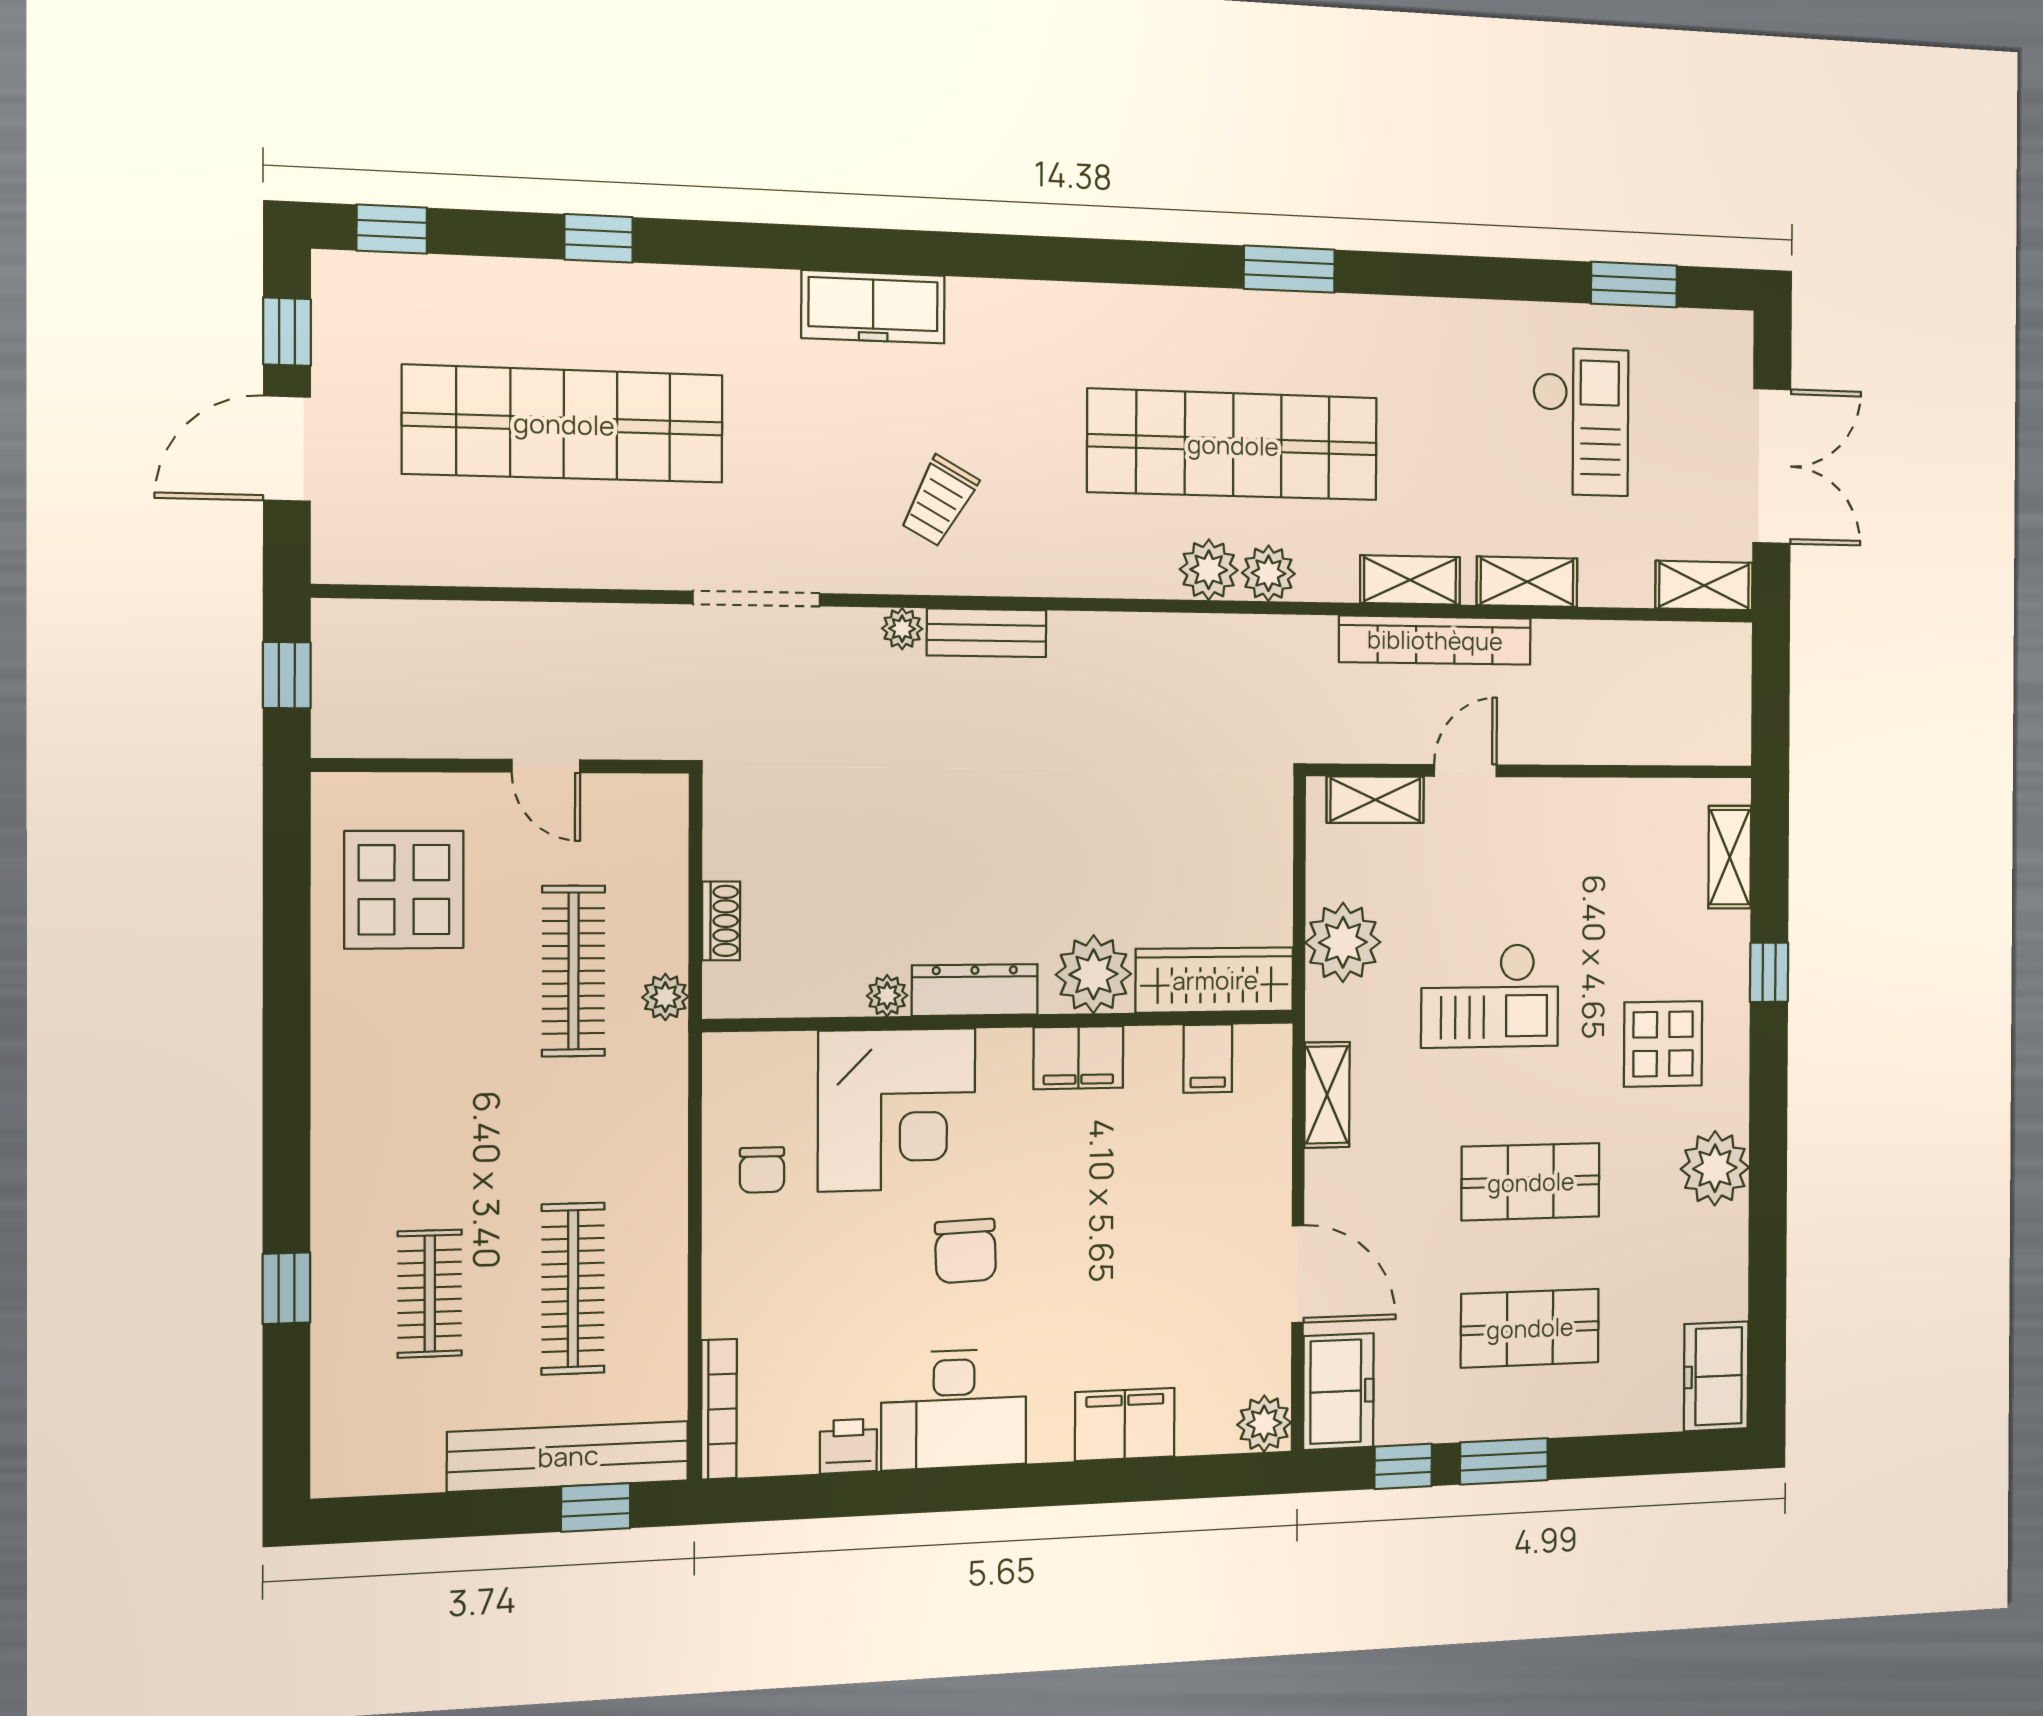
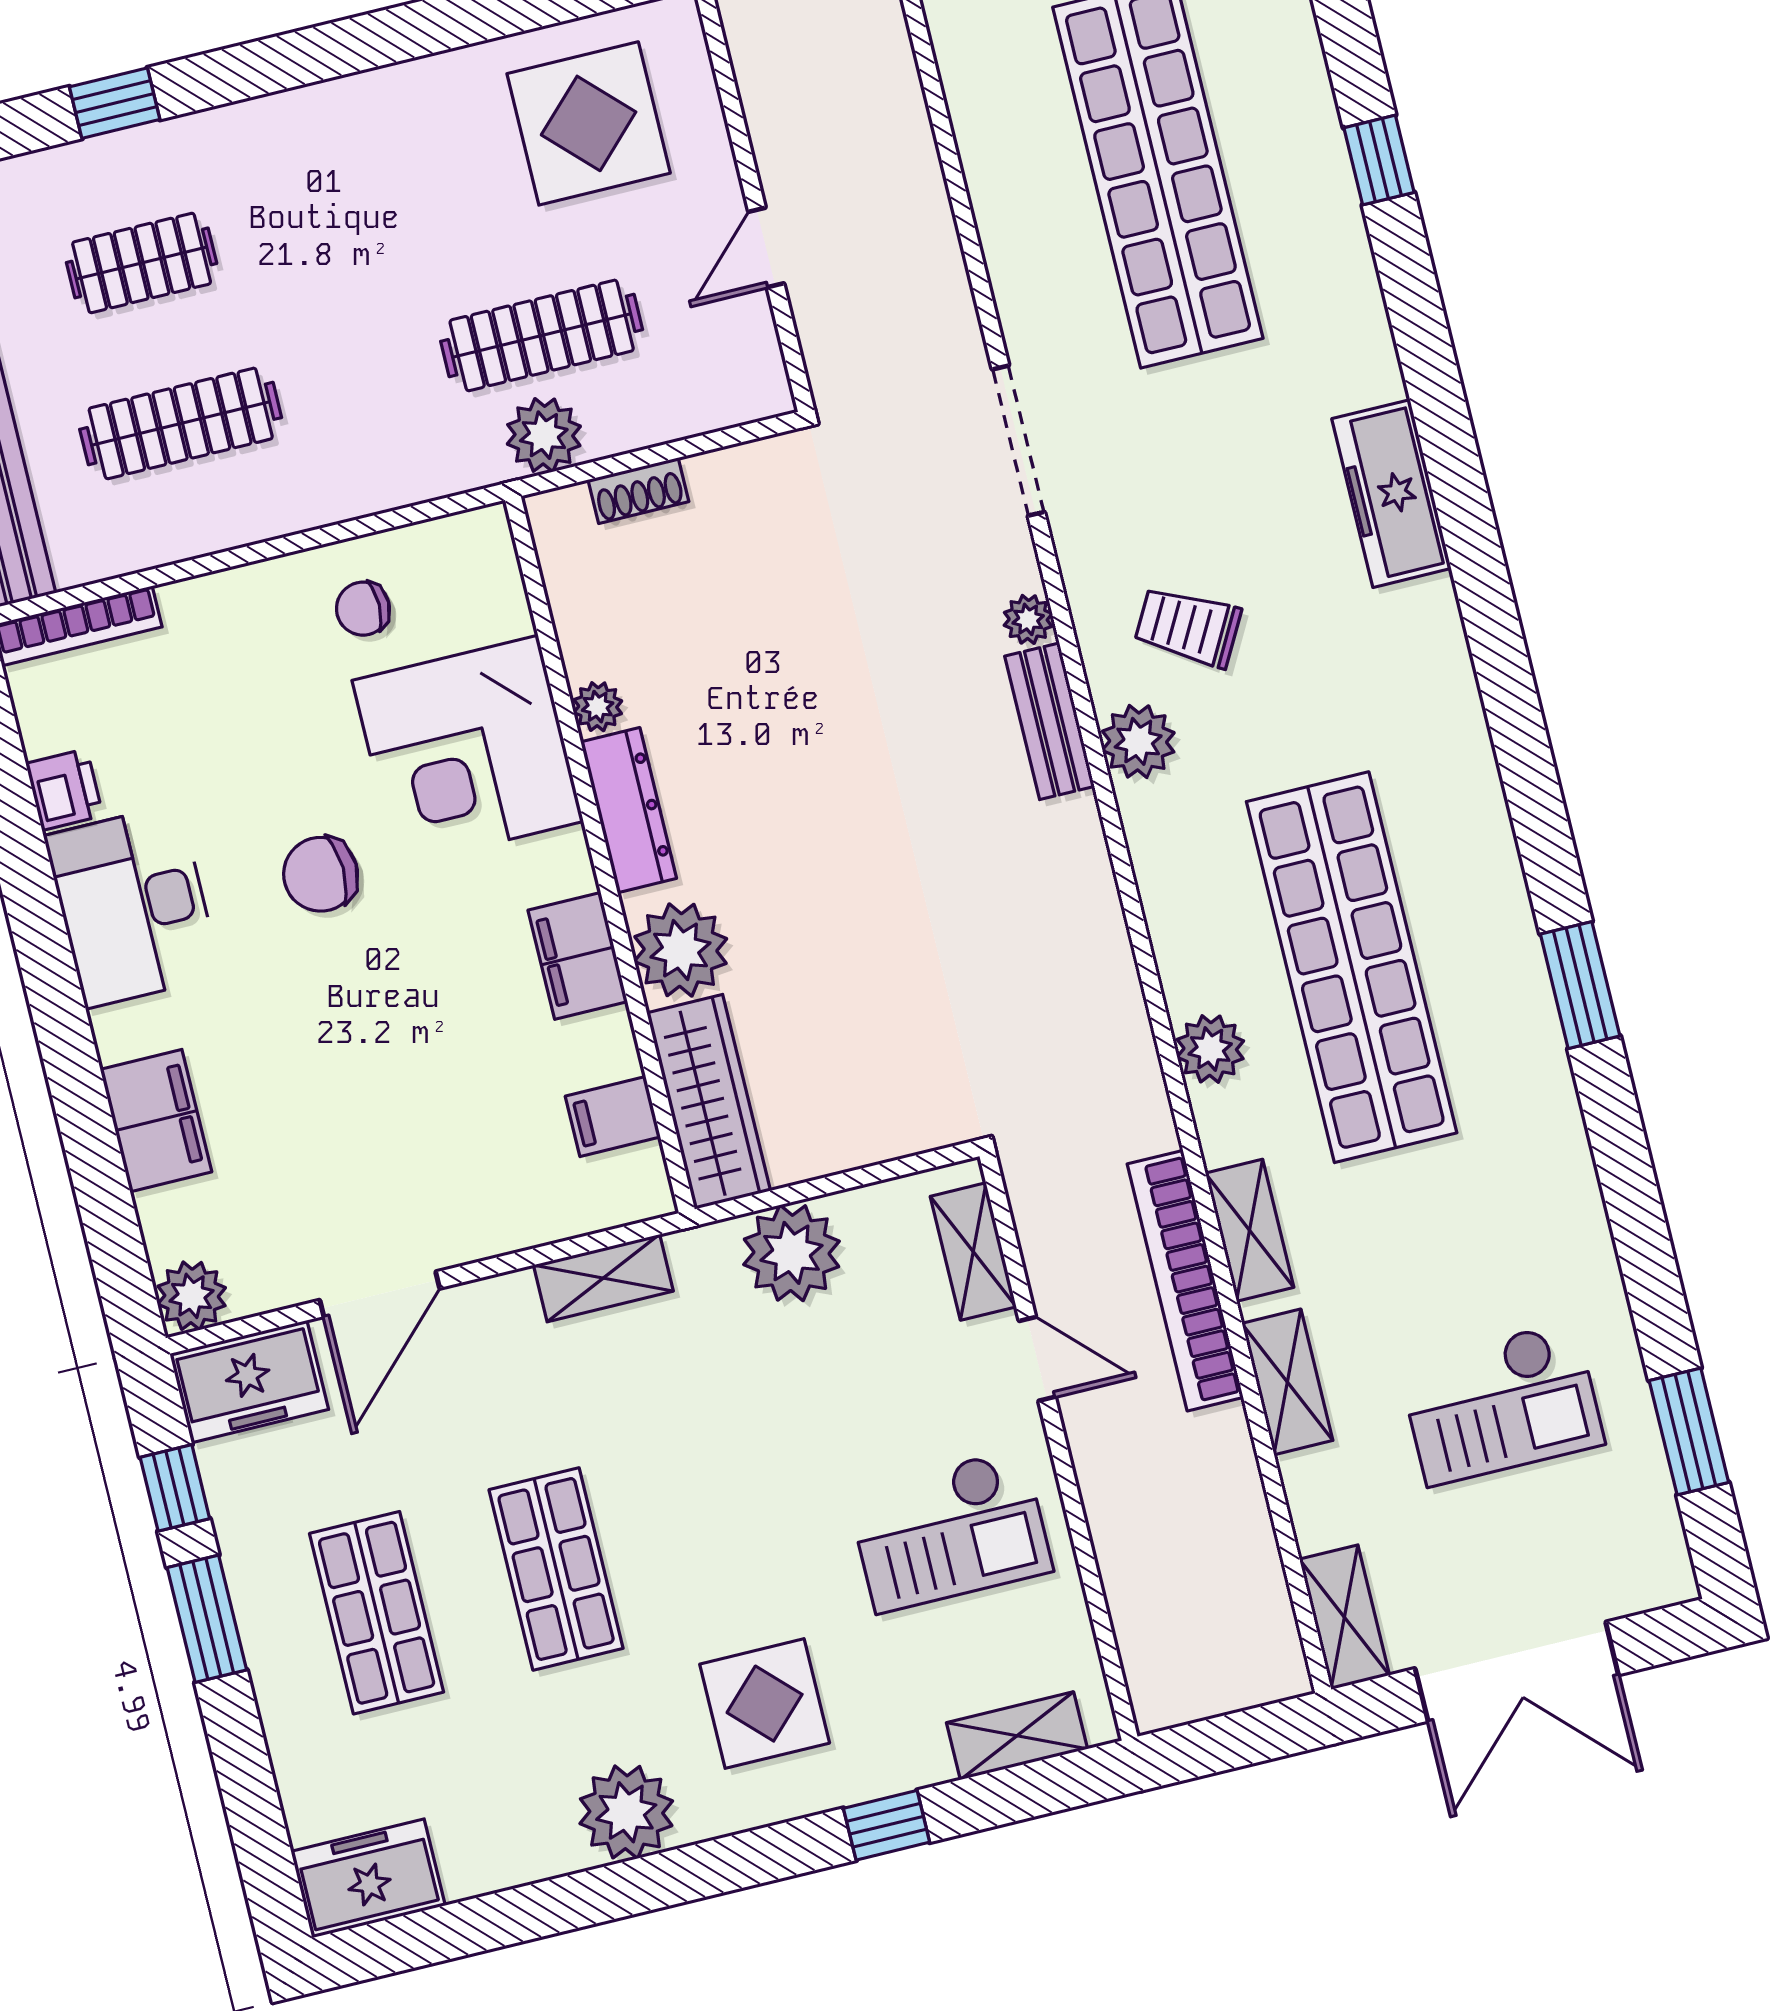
plant: (1209, 570) -> (1138, 741), moved
checkout: (1490, 996) -> (950, 1531), moved, turned -90
plant: (665, 997) -> (544, 435), width x1.38, depth x1.38

